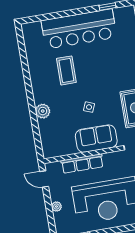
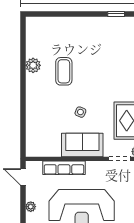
bar counter: (79, 29) -> (84, 32), removed
plant: (43, 111) -> (33, 65), moved

